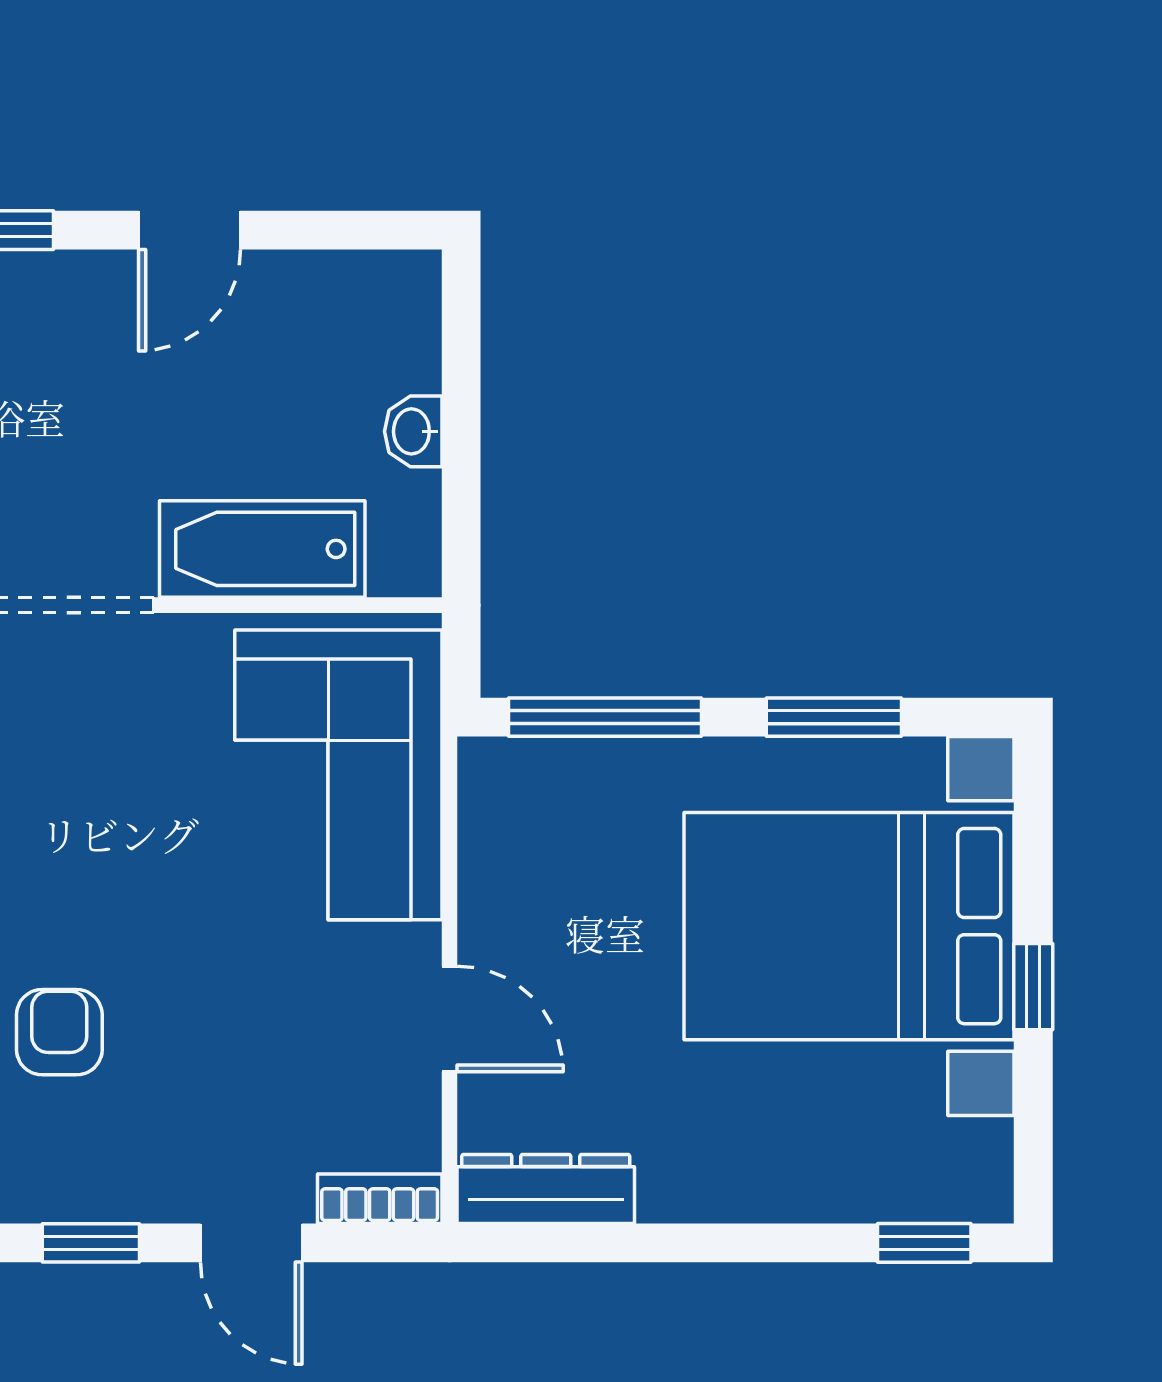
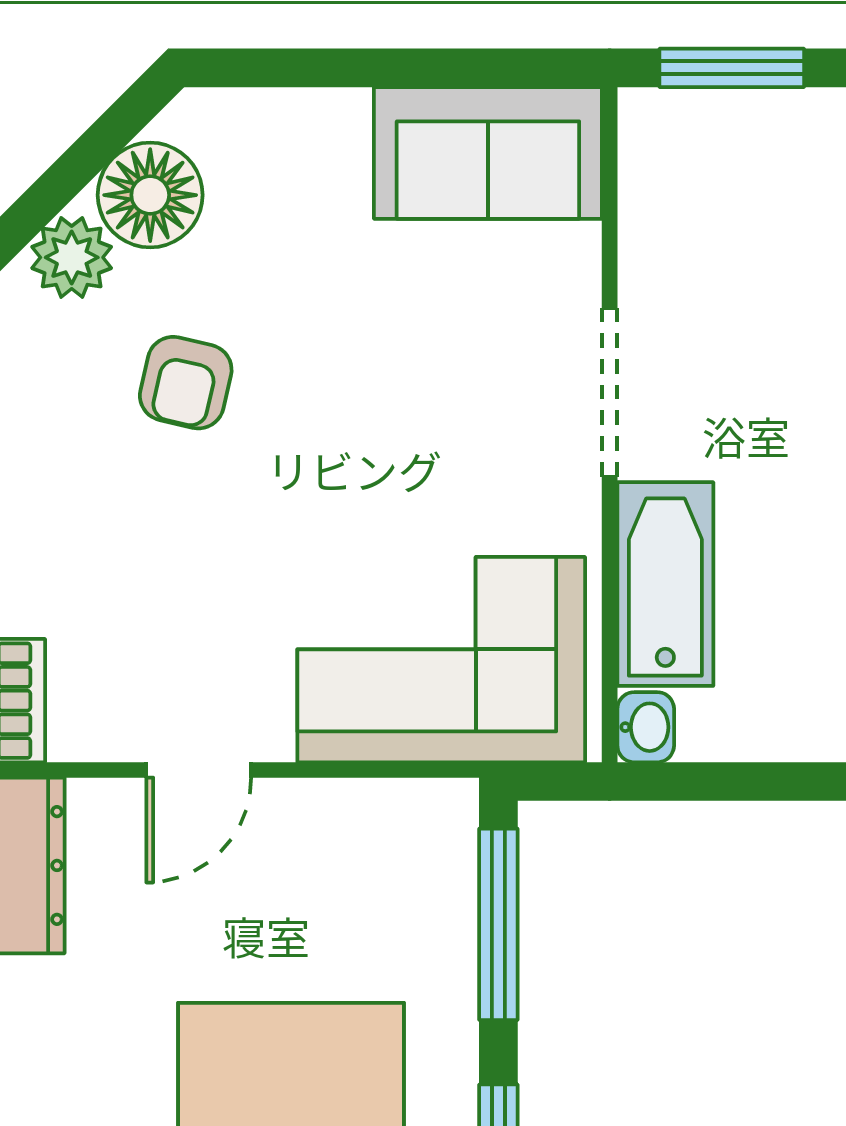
washbasin: (413, 431) -> (646, 727), moved, turned 90
armchair: (59, 1032) -> (186, 383), turned 103

